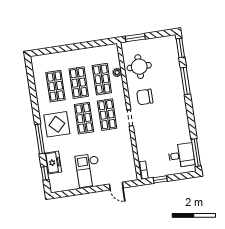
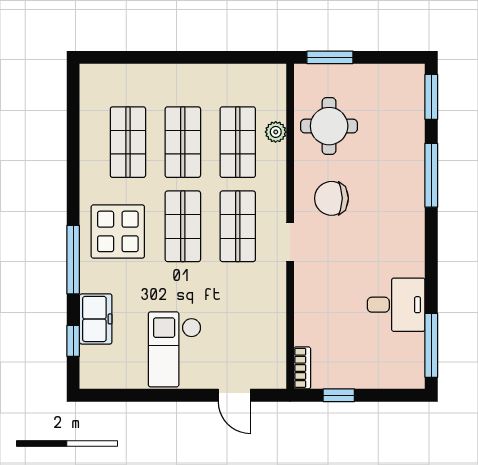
desk: (181, 155) -> (396, 305), moved

